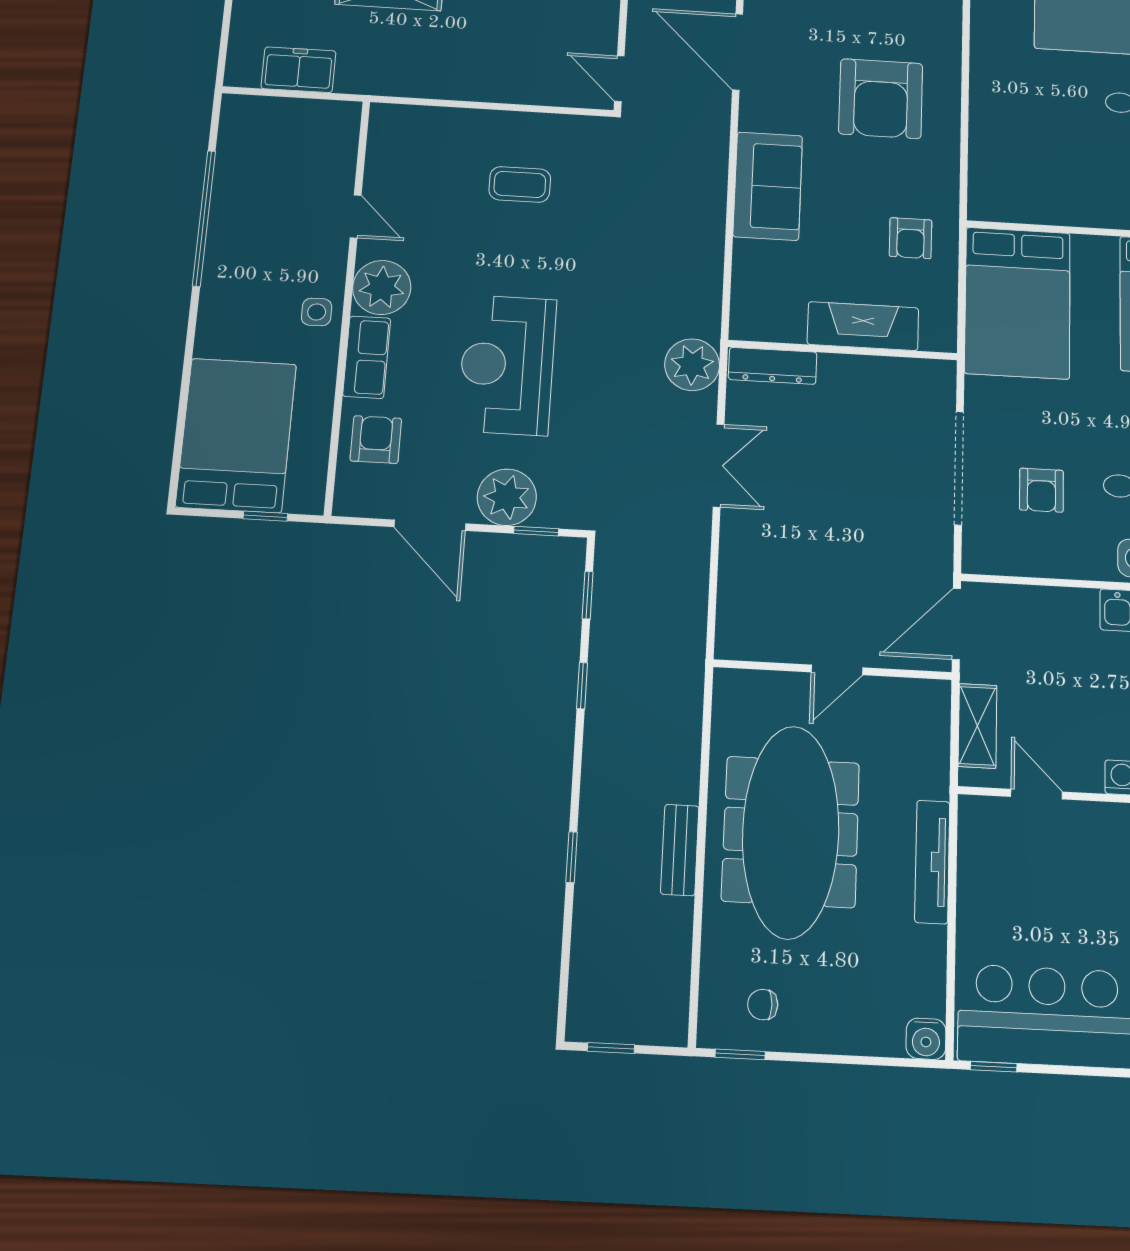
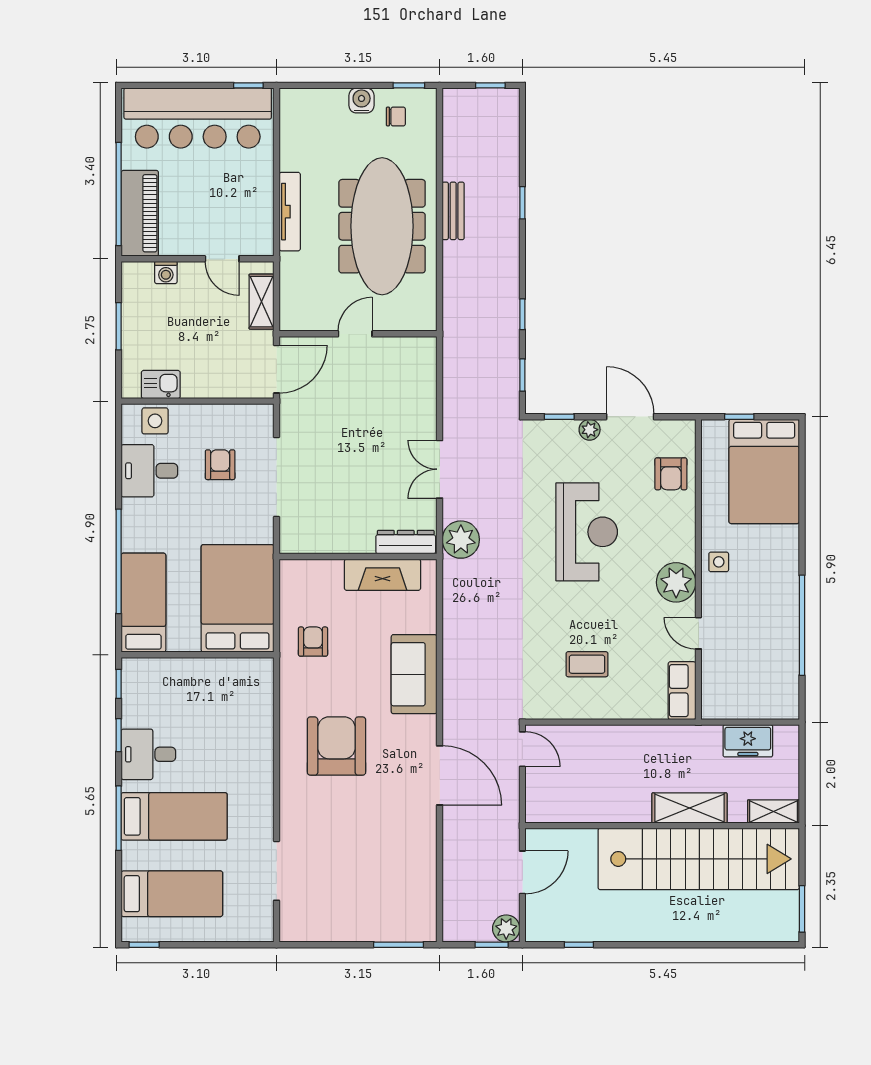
fireplace: (863, 326) -> (383, 575), moved
row of seats: (367, 357) -> (682, 691), moved
plant: (507, 497) -> (590, 430), width x0.53, depth x0.53
water cooler: (926, 1039) -> (362, 100), moved

